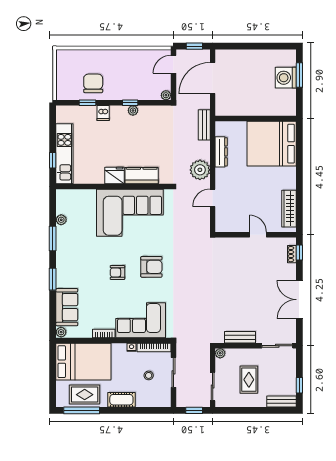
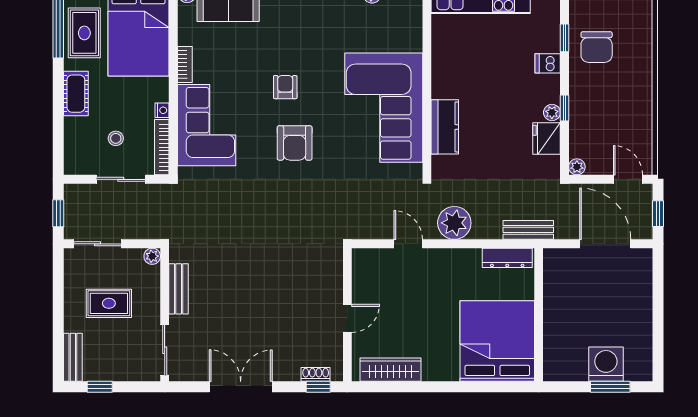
chair: (93, 83) -> (597, 47), turned 90
dresser: (221, 152) -> (507, 258), moved
fridge: (114, 175) -> (546, 138), moved, turned 180

